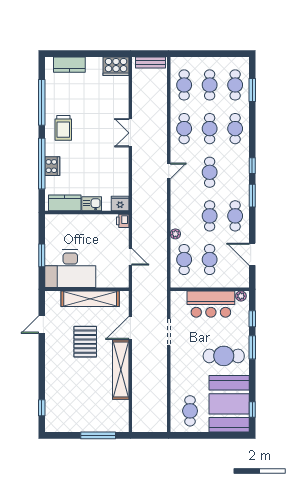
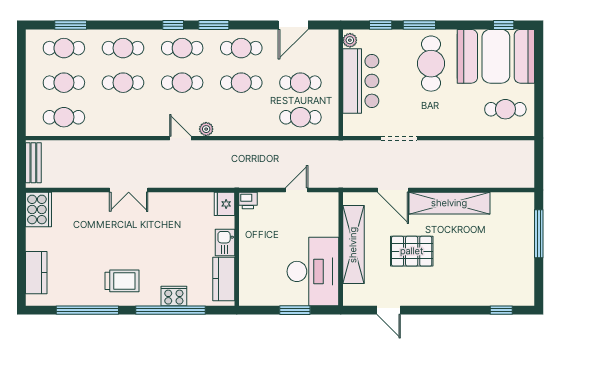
cafe table: (184, 129) -> (182, 48), moved
plant: (175, 234) -> (206, 129), moved

